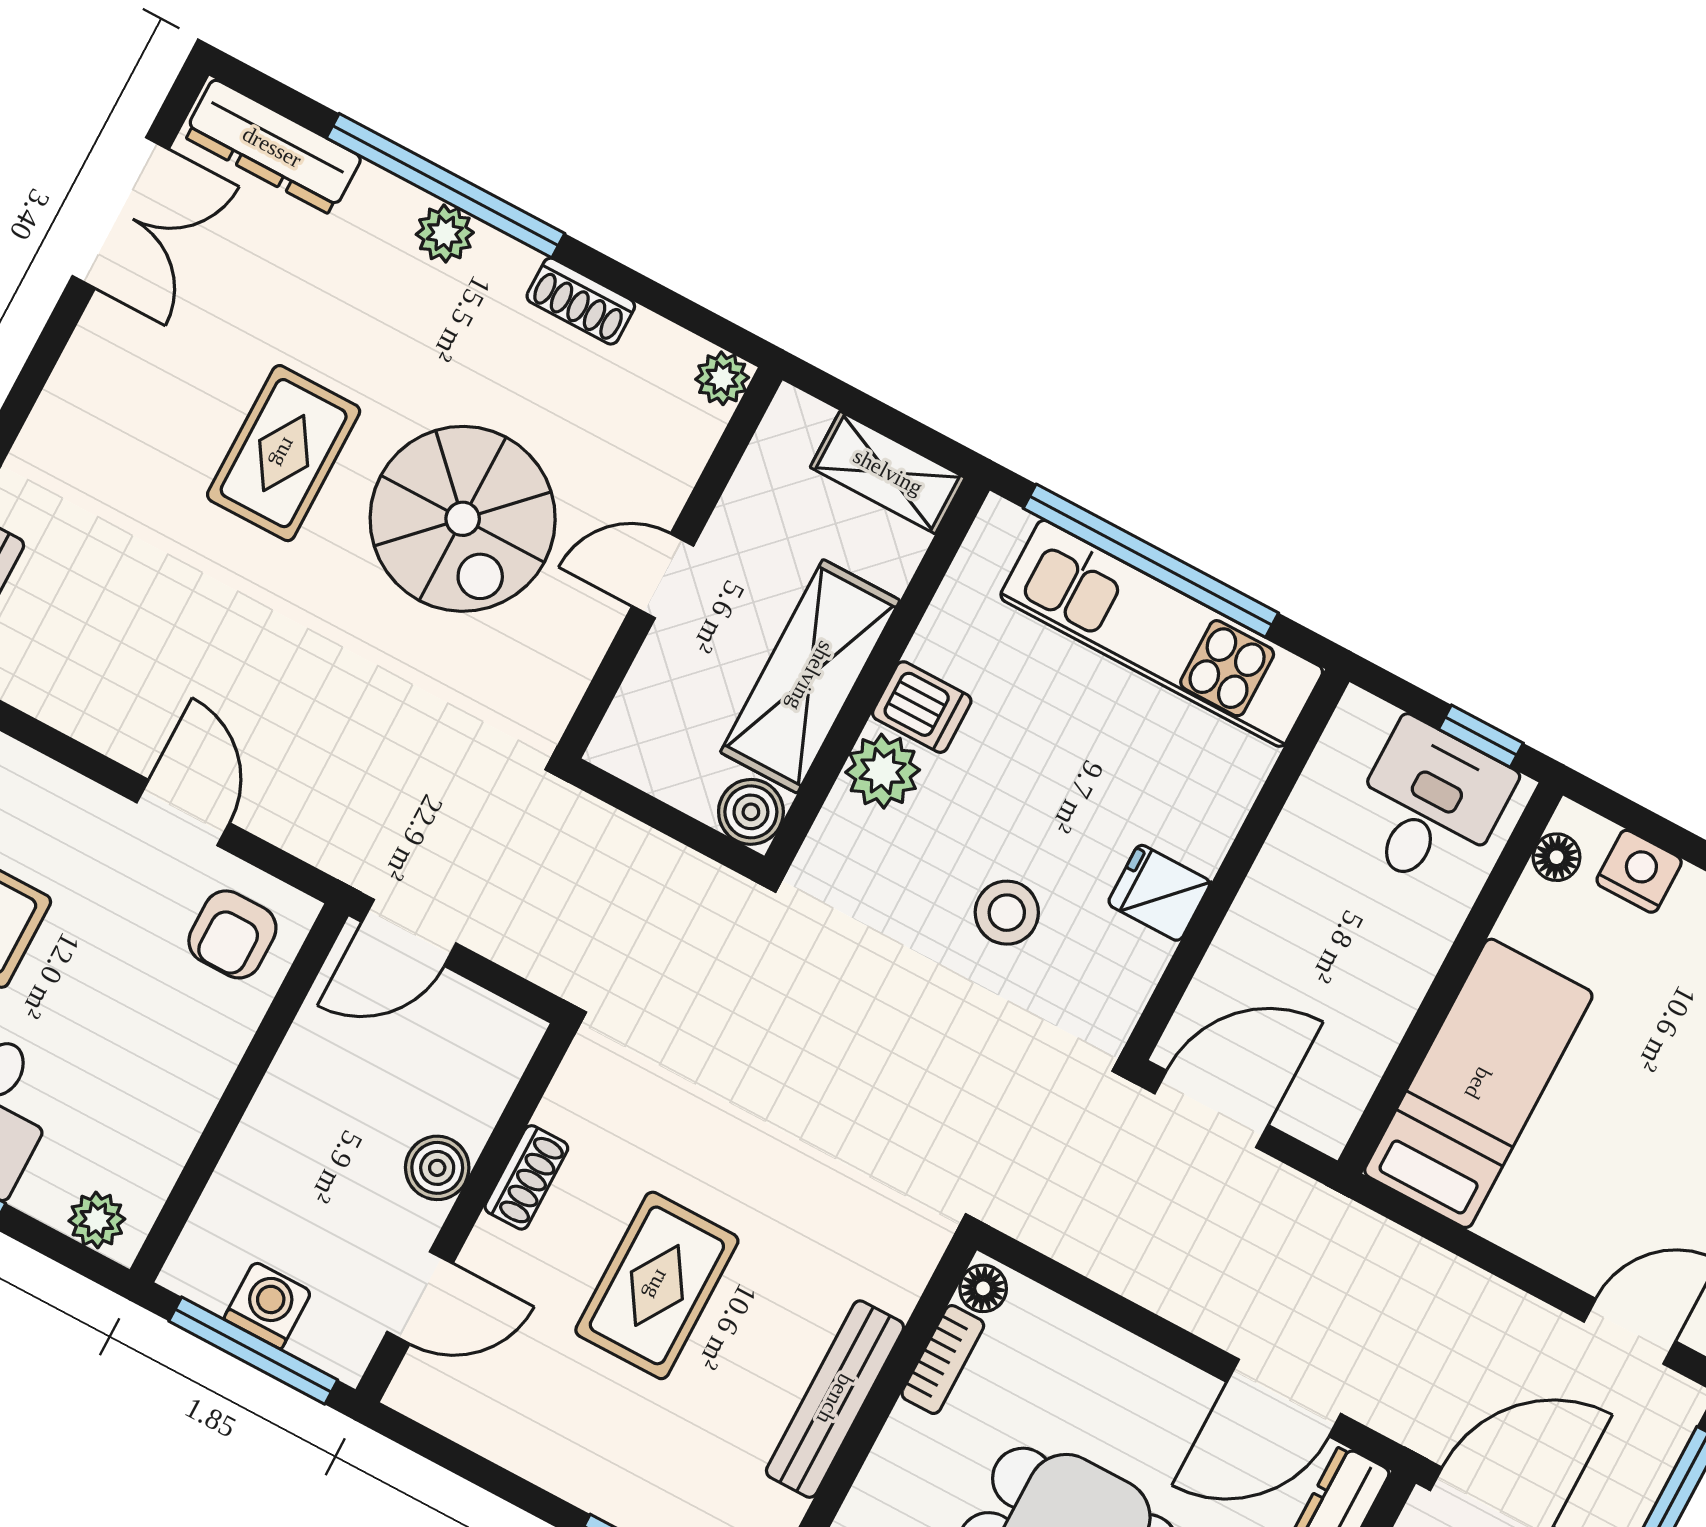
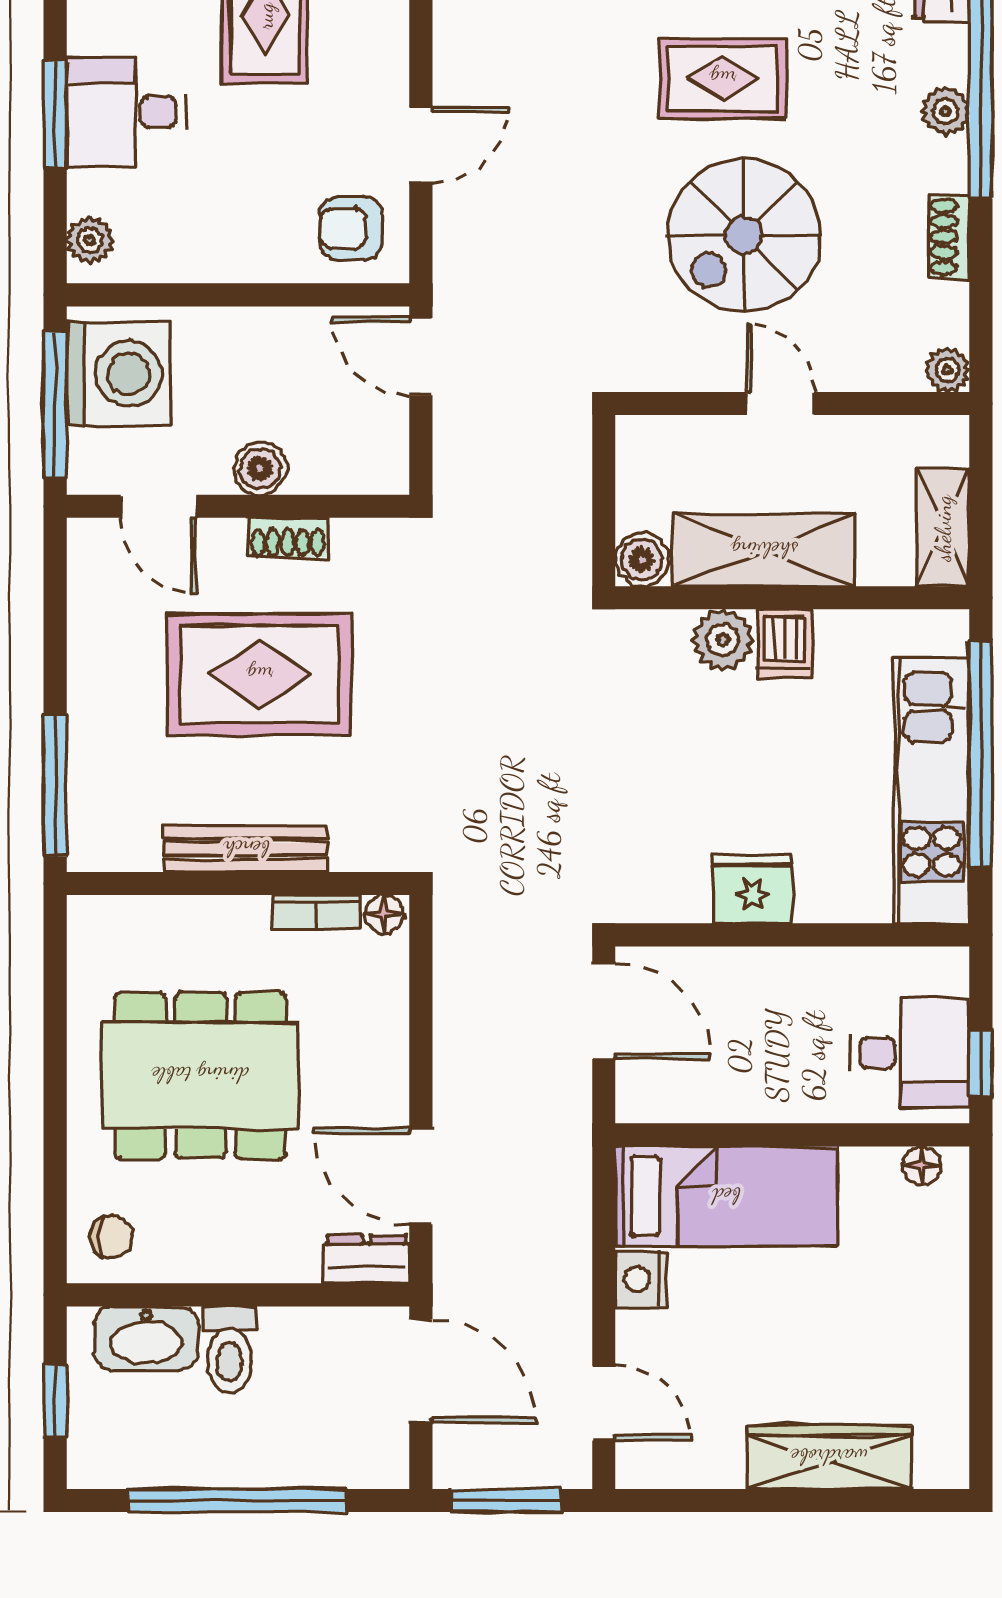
nightstand: (1639, 871) -> (641, 1279), moved, turned 180
fridge: (1159, 893) -> (752, 889), width x1.38
stool: (1007, 913) -> (668, 786), removed
rug: (657, 1285) -> (260, 675), width x1.36, depth x1.43
washing machine: (268, 1305) -> (118, 374), width x1.89, depth x1.89

